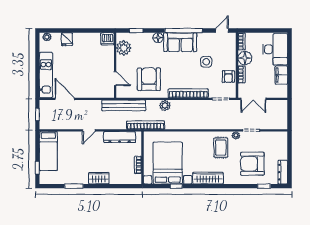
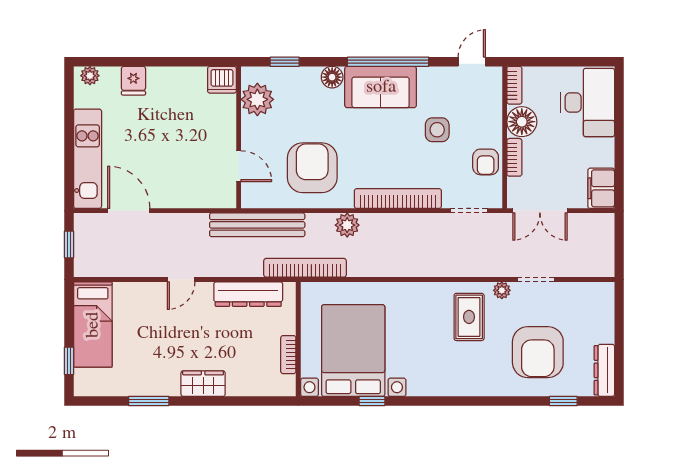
filing cabinet: (281, 75) -> (601, 188), moved
armchair: (252, 164) -> (538, 352), turned -90
wardrobe: (208, 178) -> (441, 384), removed

